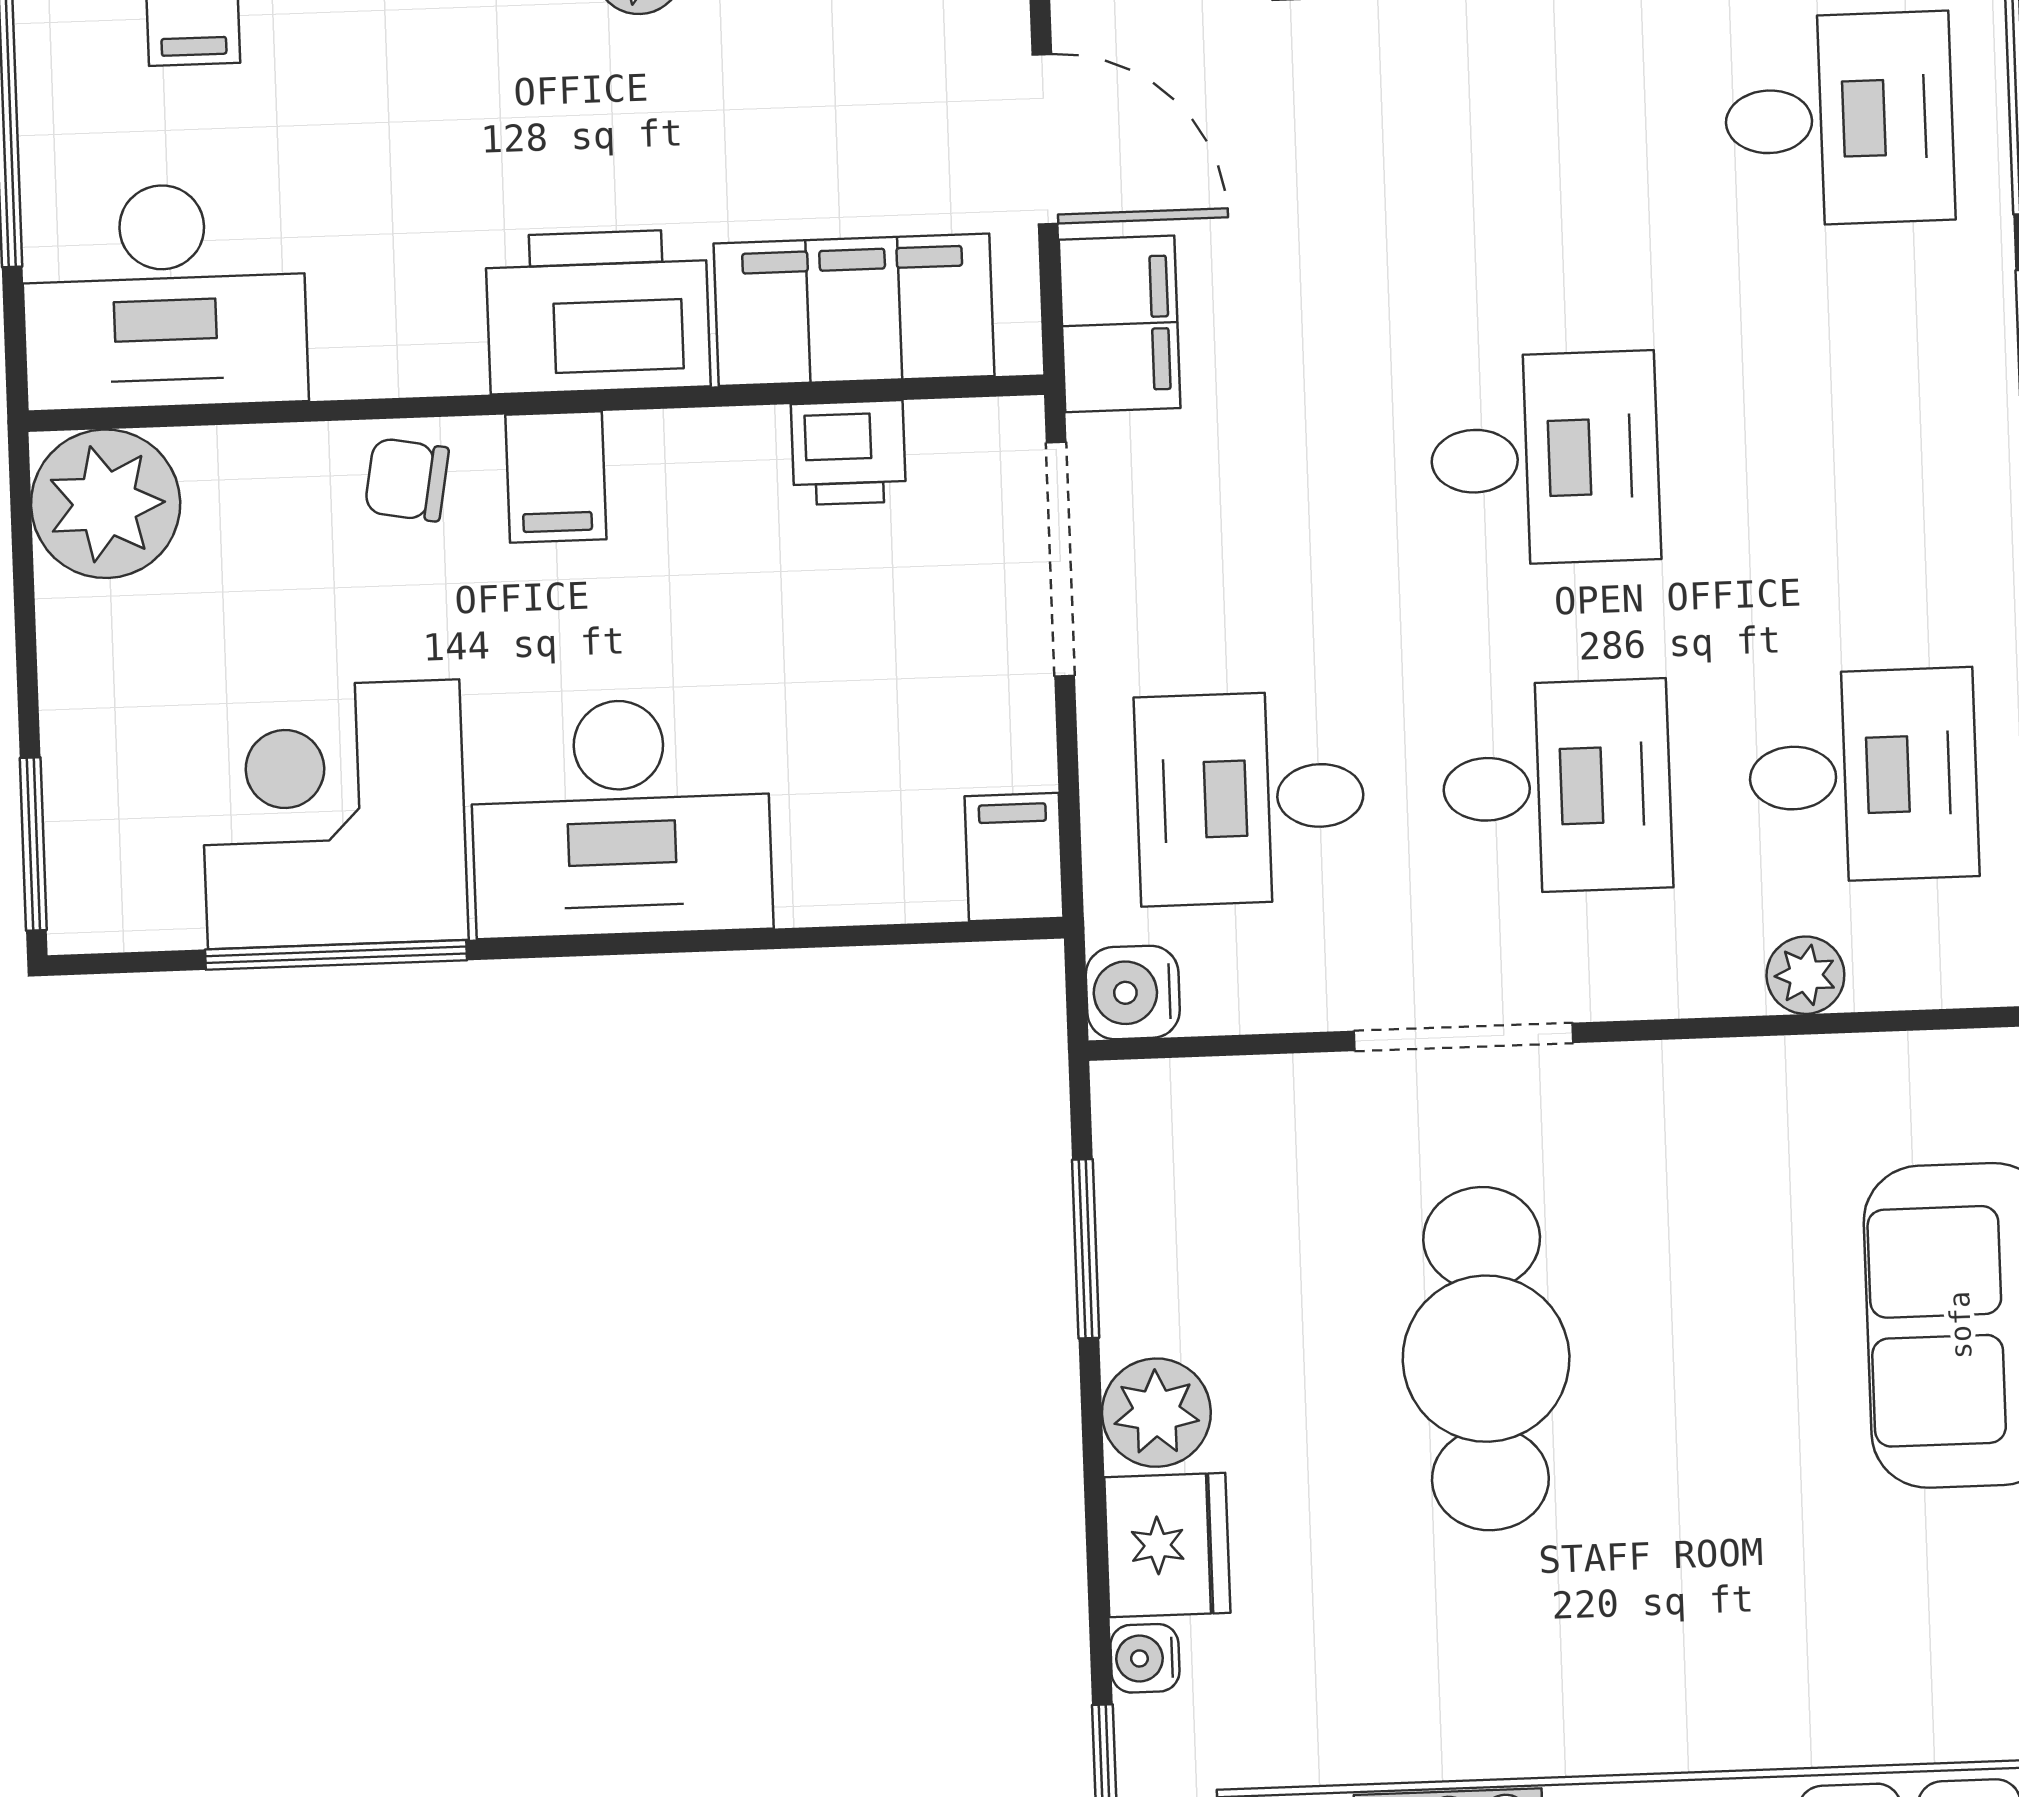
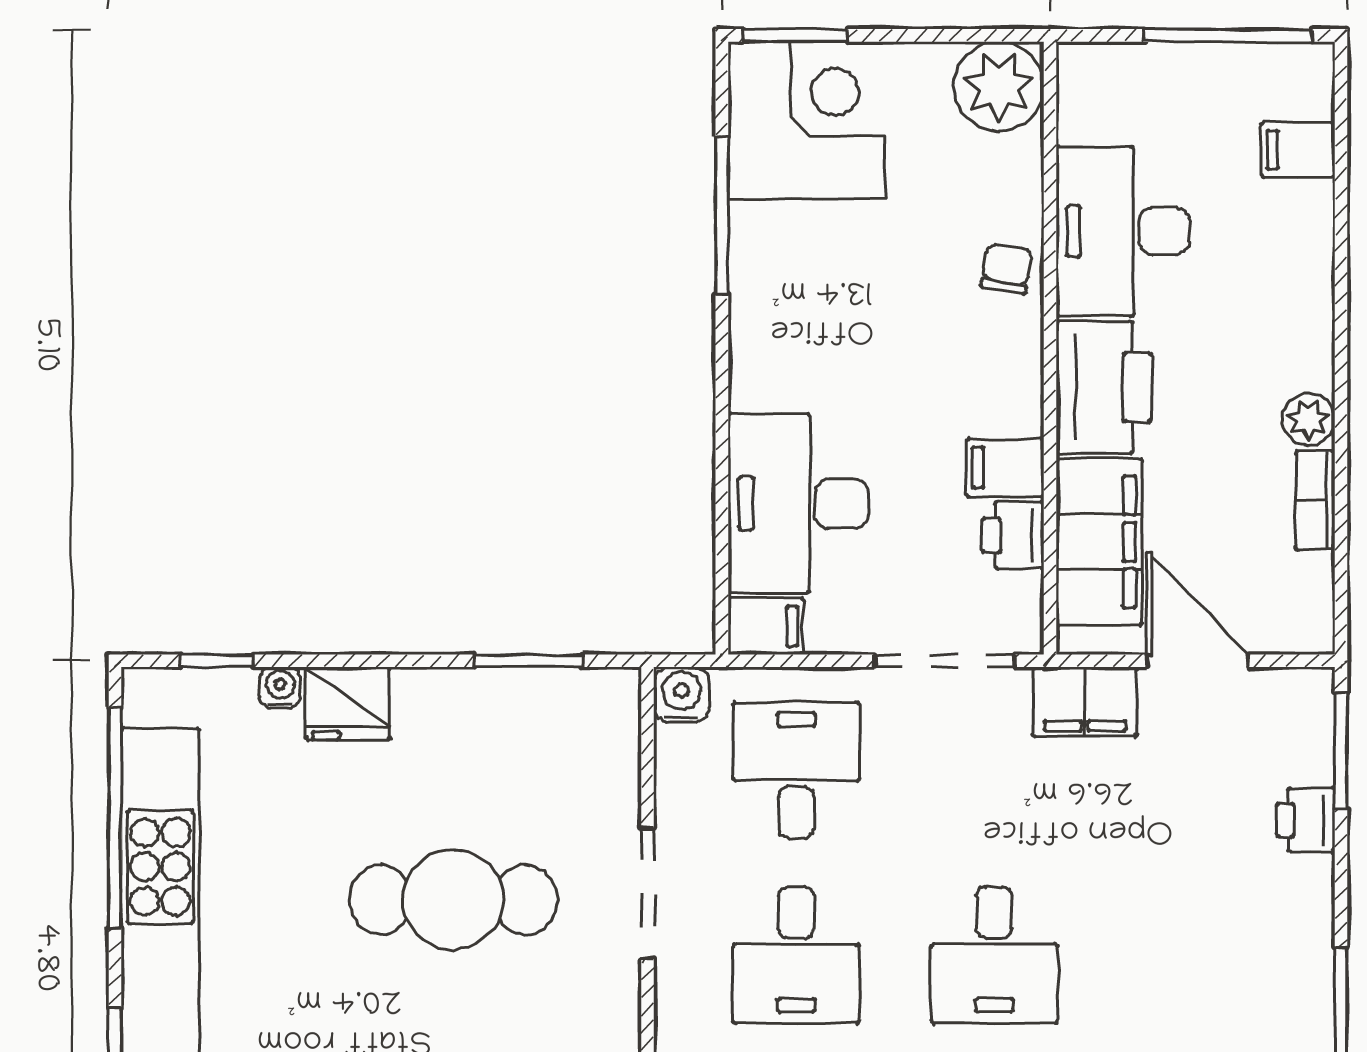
door: (1045, 139) -> (1198, 661), swing flipped
desk: (164, 296) -> (1123, 231), moved
filing cabinet: (556, 477) -> (1005, 468), moved
corner desk: (334, 814) -> (807, 120), moved
desk: (621, 817) -> (798, 503), moved
plant: (1156, 1413) -> (428, 700), removed

